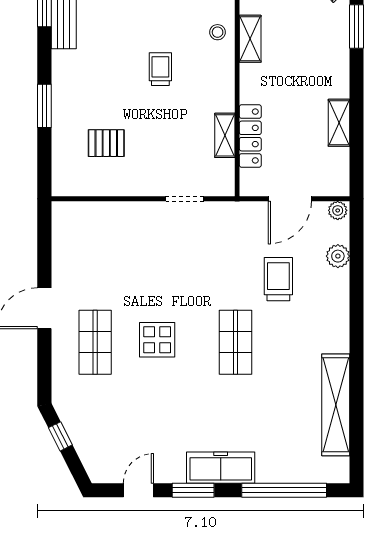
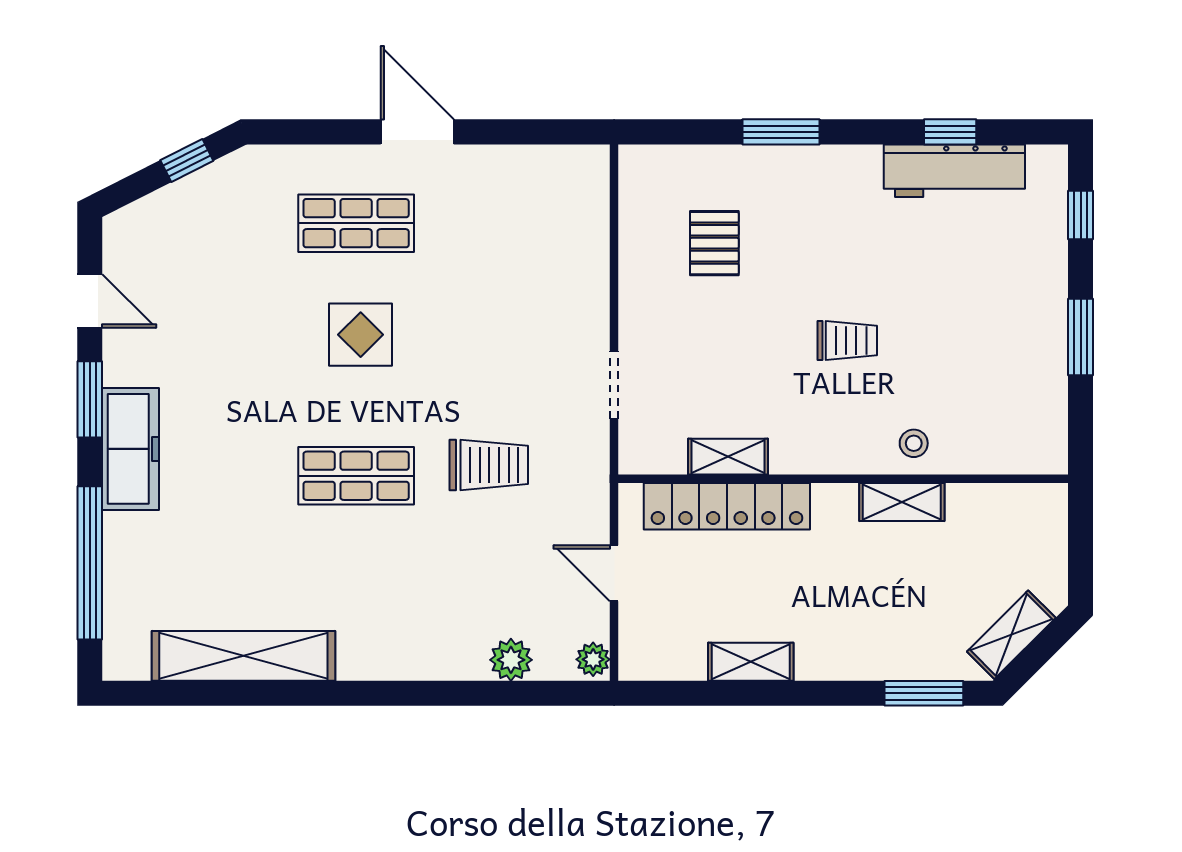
locker: (250, 136) -> (727, 506), width x1.41, depth x1.21
door: (290, 199) -> (614, 573), width x0.73
trolley: (278, 279) -> (489, 465), moved

